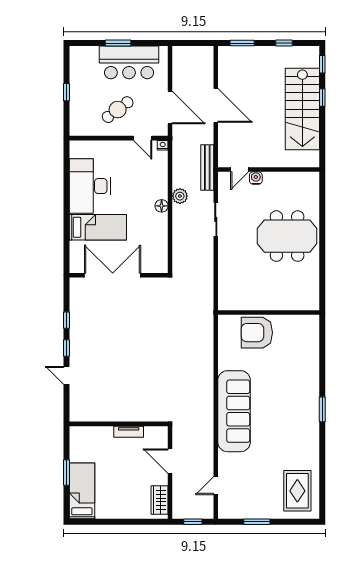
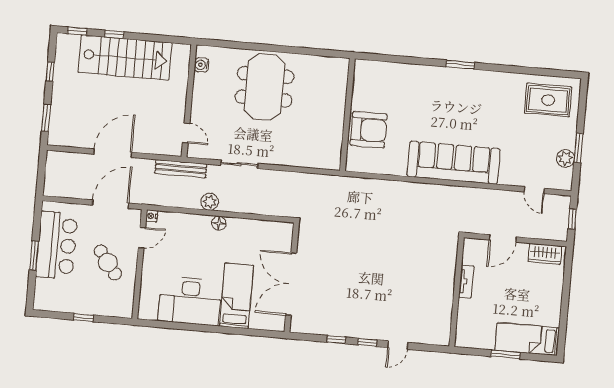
water cooler: (256, 178) -> (202, 65), moved
armchair: (257, 333) -> (369, 130), turned -90
plant: (247, 511) -> (566, 158), added

